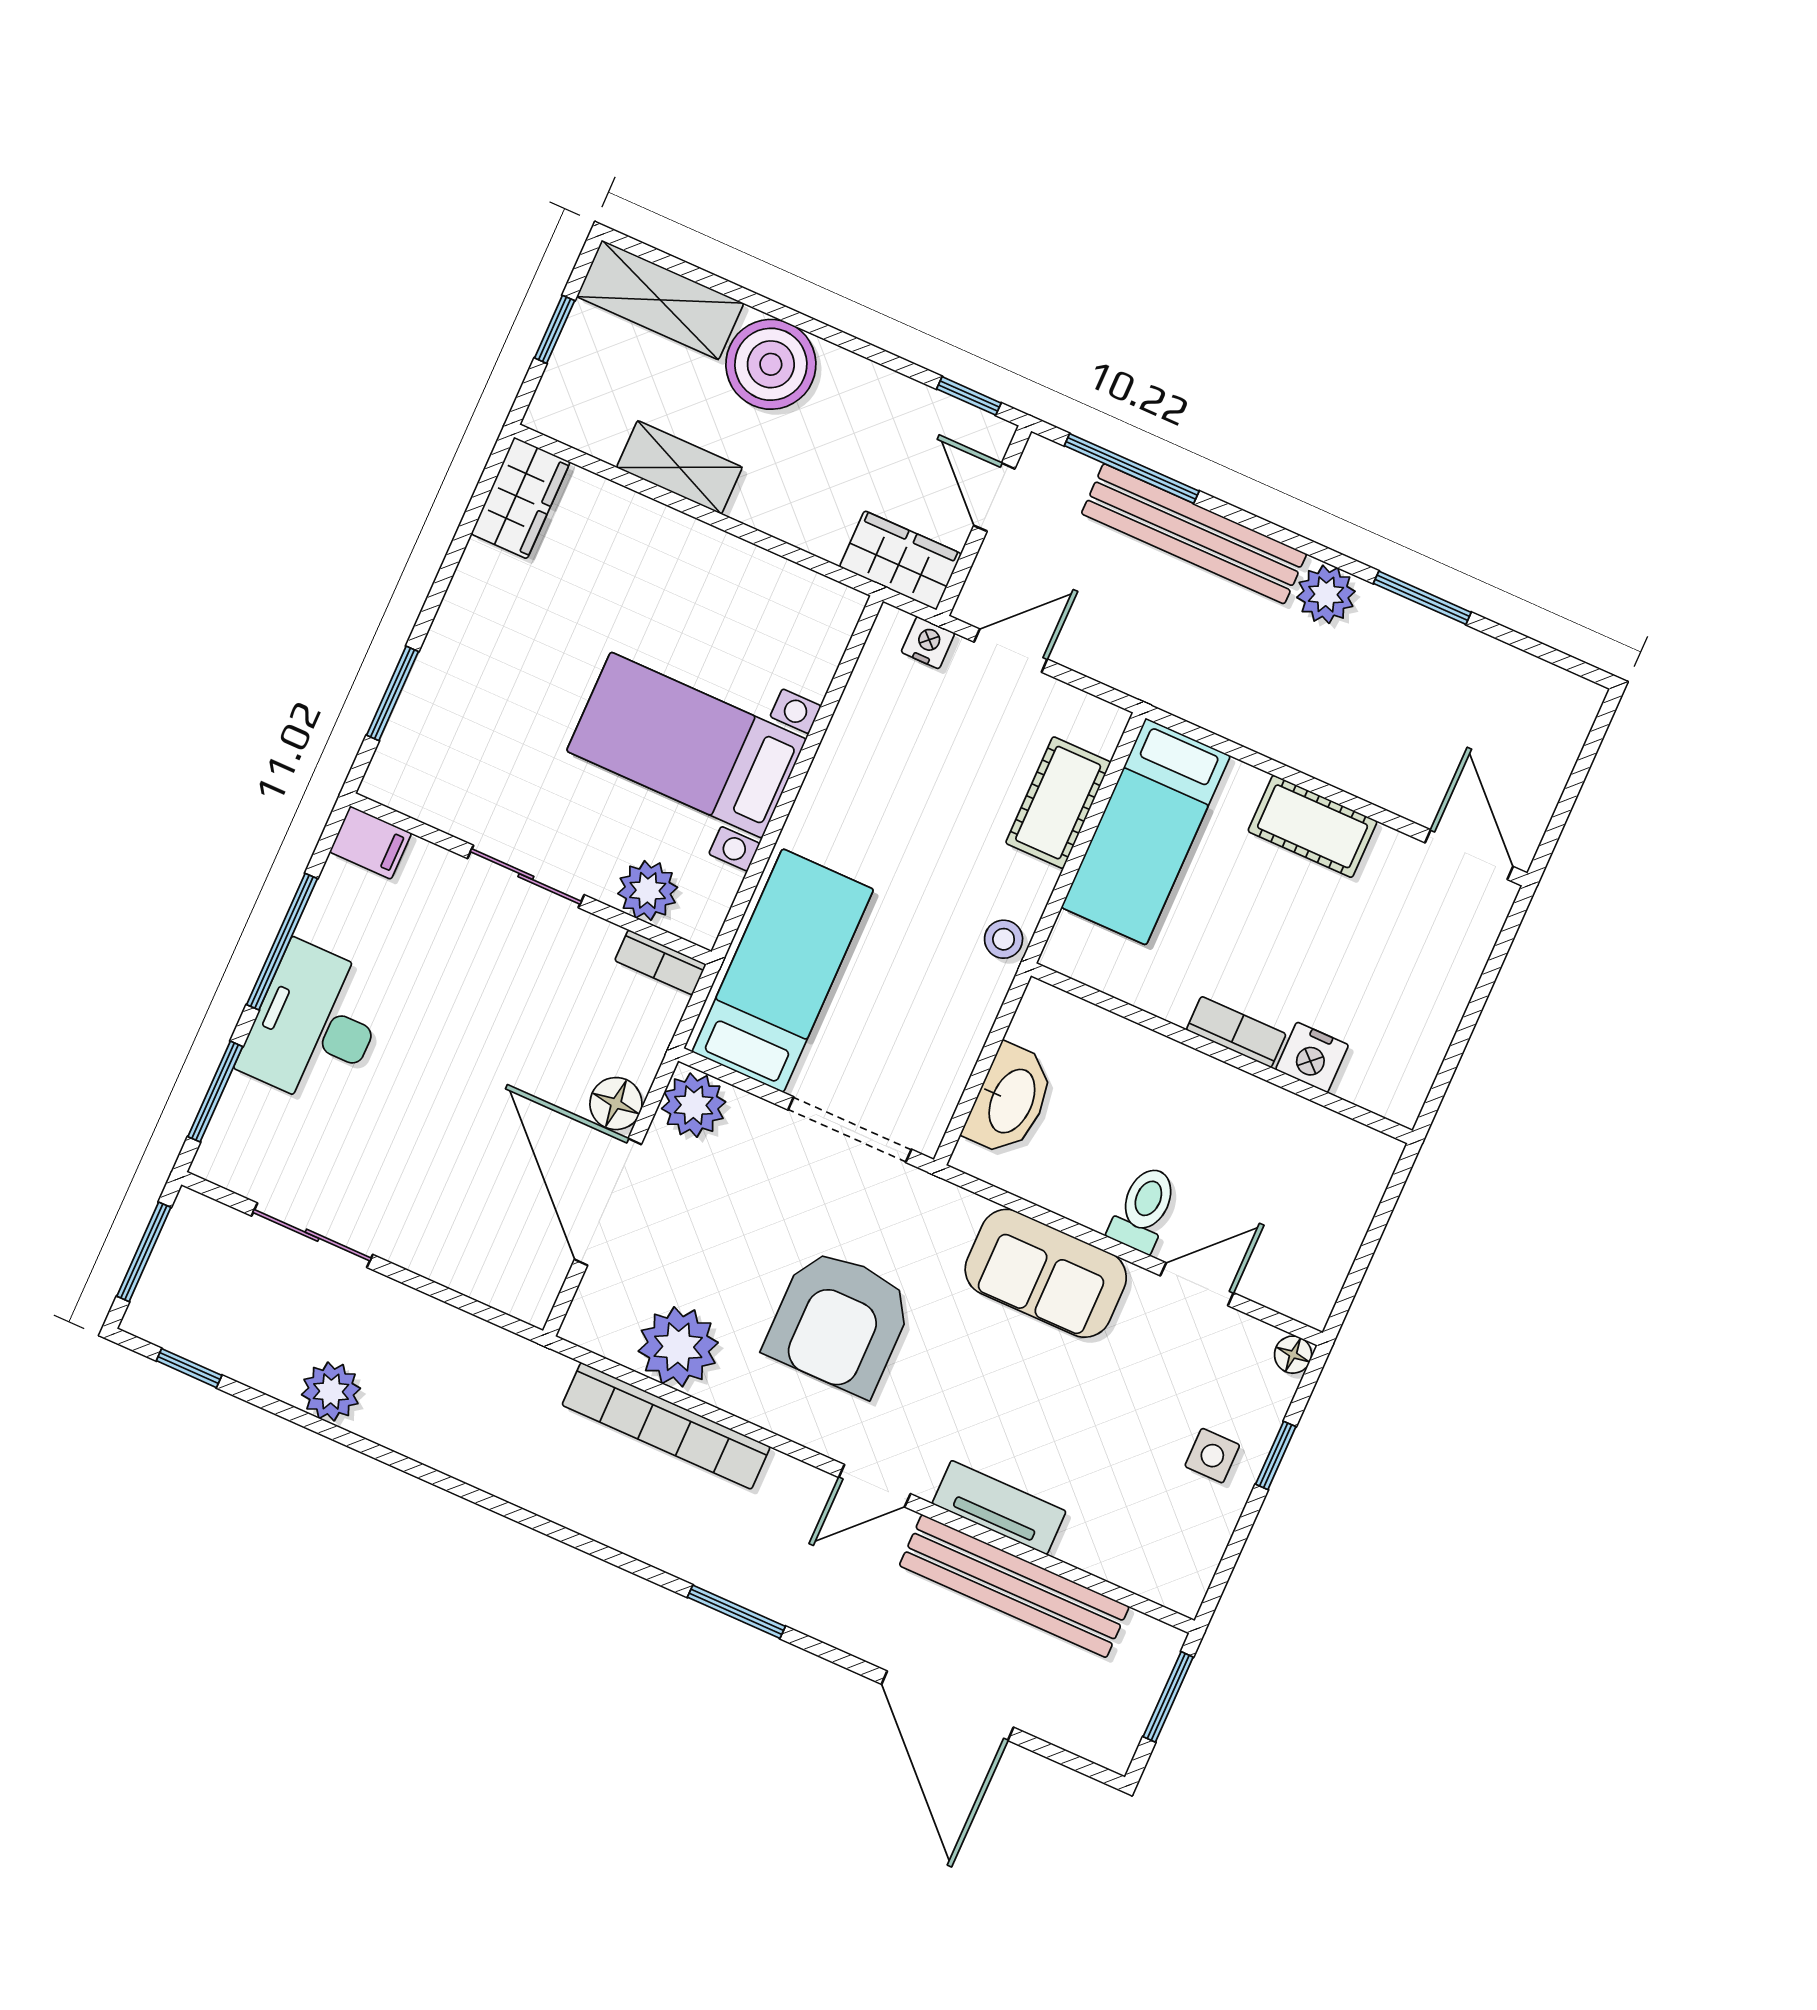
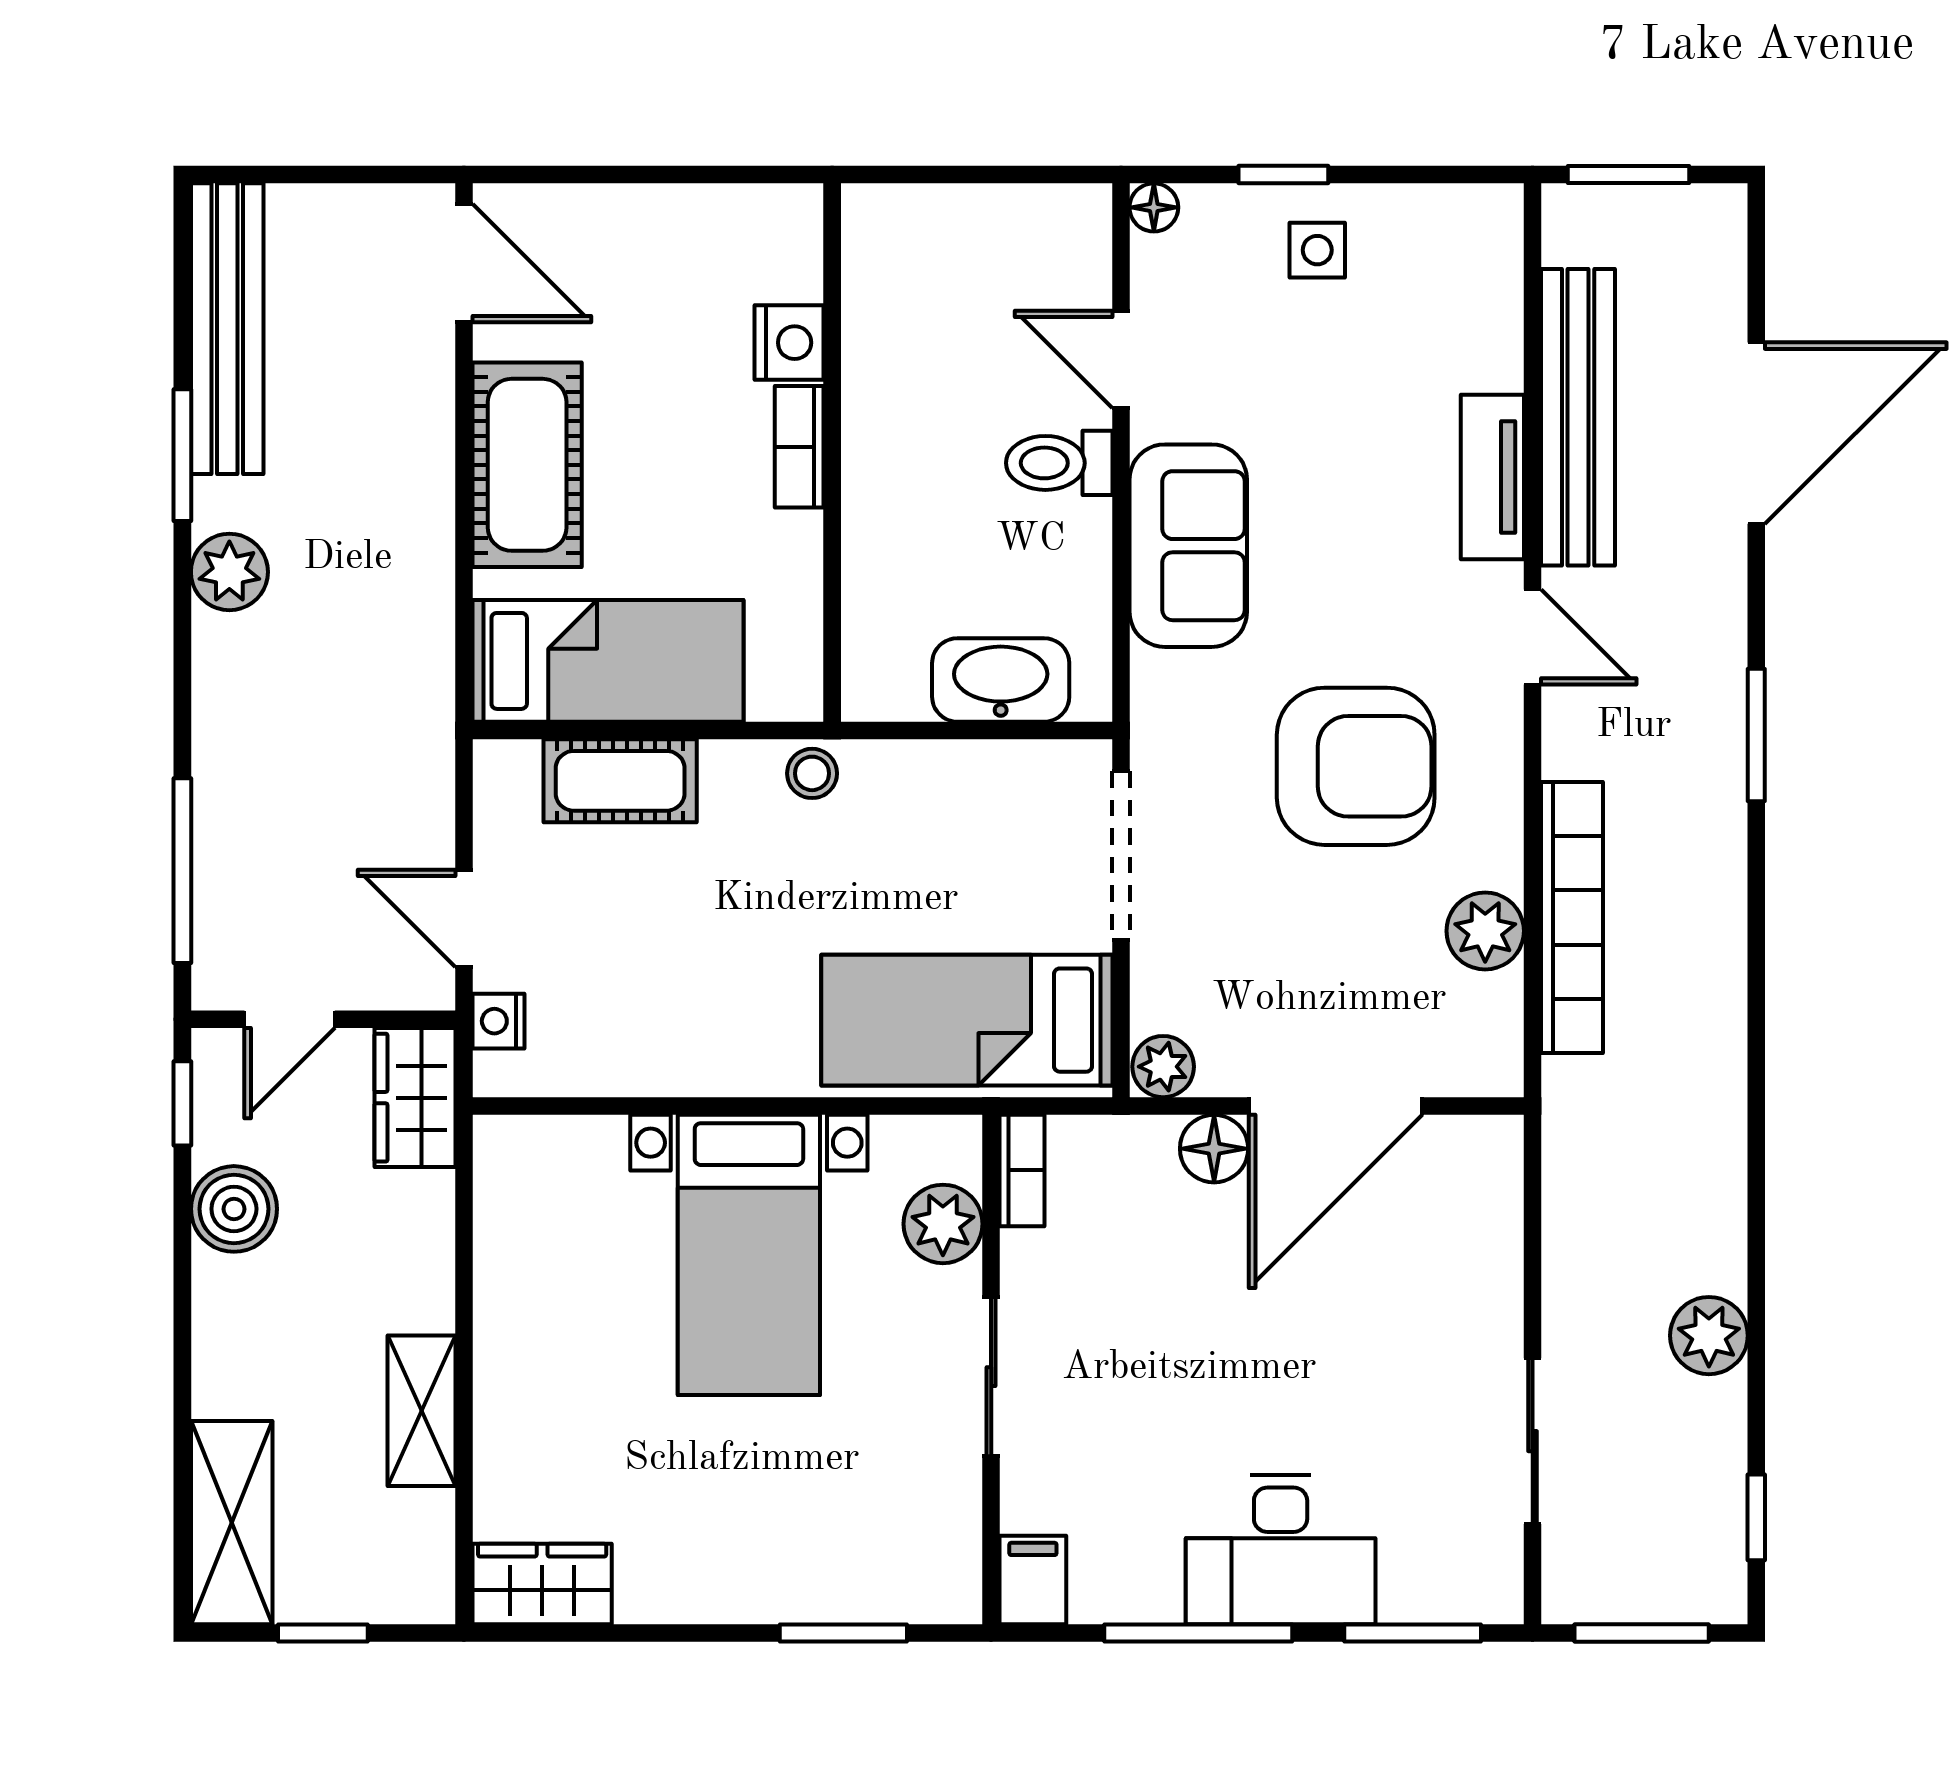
boiler: (771, 364) -> (234, 1209), moved, width x0.73, depth x0.73
bench: (1194, 534) -> (227, 329), moved
cot: (1313, 826) -> (527, 465), width x1.37, depth x1.34
door: (1469, 855) -> (464, 263), swing flipped
plant: (694, 1105) -> (1163, 1067), width x0.73, depth x0.73
plant: (678, 1347) -> (1485, 931), width x0.73, depth x0.73

